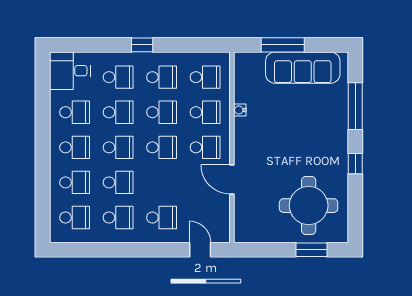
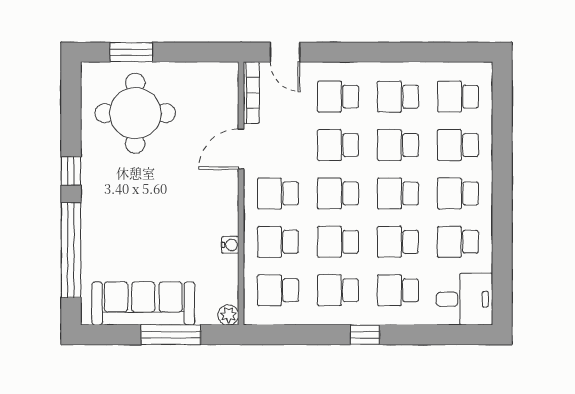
plant: (241, 59) -> (228, 315), added
window: (355, 106) -> (71, 250), width x1.46
door: (232, 180) -> (241, 149), swing flipped
school desk: (162, 182) -> (338, 145), added
bookcase: (224, 220) -> (251, 93), added

